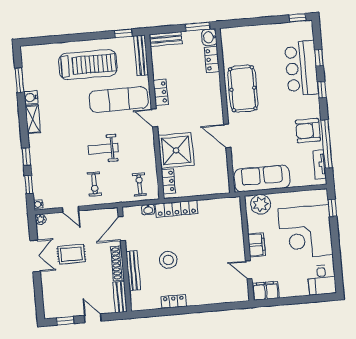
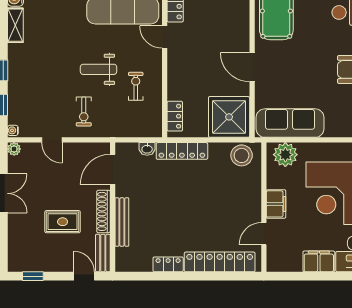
shower: (176, 150) -> (229, 117), moved
exercise bike: (139, 184) -> (136, 86), moved
rug: (71, 254) -> (63, 222), moved
stool: (168, 260) -> (242, 155), moved
door: (249, 270) -> (264, 234), hinge flipped
filing cabinet: (266, 291) -> (319, 261), moved
locker: (215, 296) -> (220, 262), added
door: (93, 318) -> (84, 276), moved

